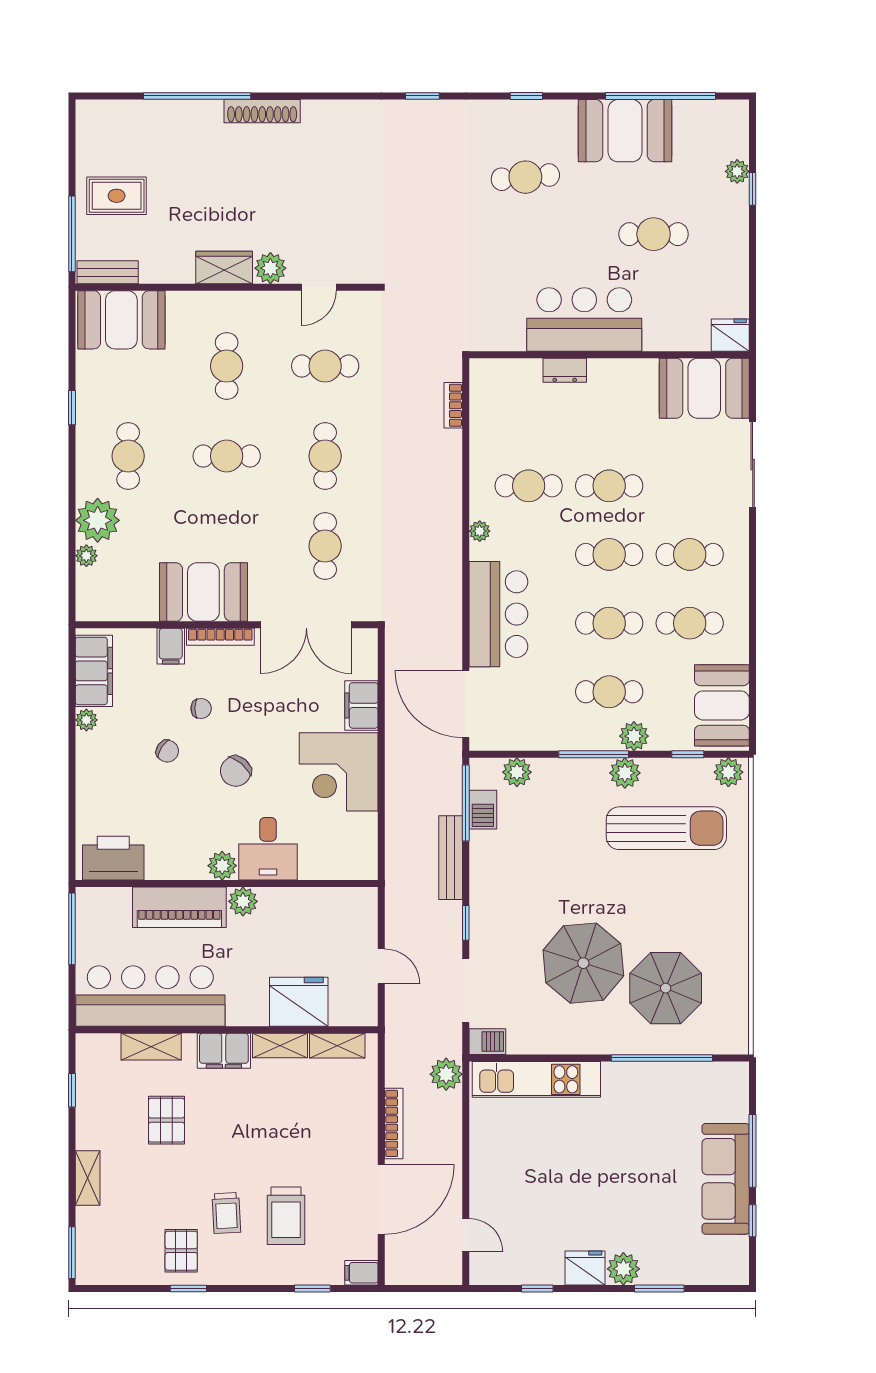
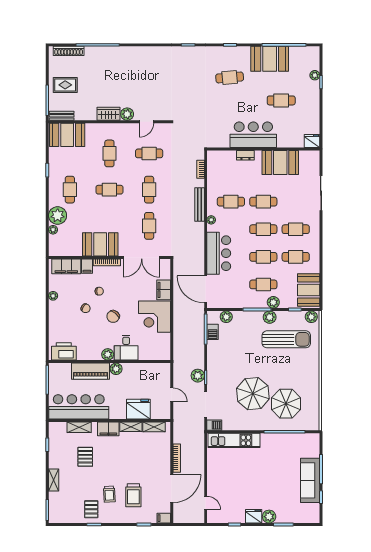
shoe rack: (262, 111) -> (69, 51), moved
booth: (704, 388) -> (280, 162), moved
filing cabinet: (94, 671) -> (66, 266), moved, turned 90
bench: (451, 858) -> (200, 205), moved
plant: (446, 1074) -> (198, 376), moved

